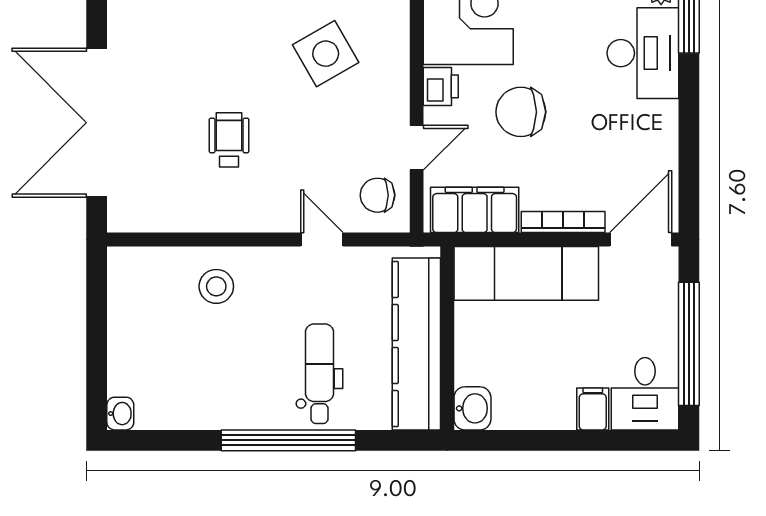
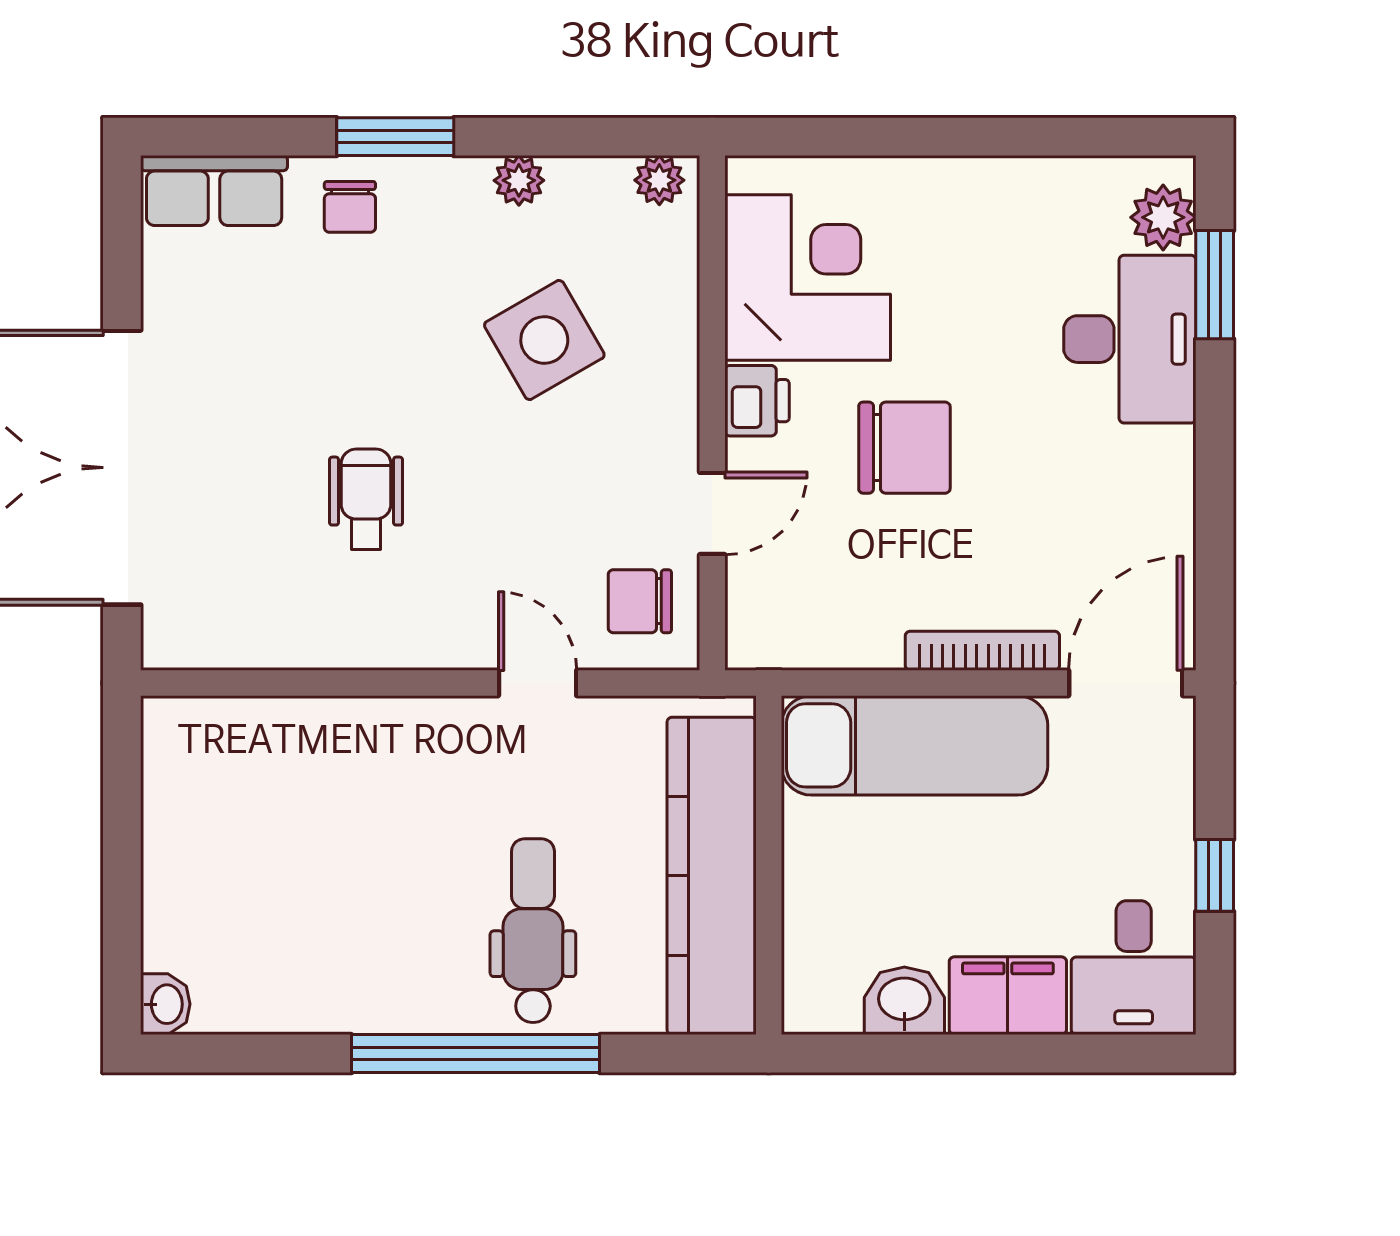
chair: (521, 112) -> (904, 448), turned 180
filing cabinet: (475, 210) -> (819, 628), removed
stool: (216, 286) -> (343, 770), removed
window: (689, 344) -> (1215, 875), width x0.32
washbasin: (472, 408) -> (904, 1001), moved, turned -90
filing cabinet: (593, 409) -> (1008, 996), width x2.00

